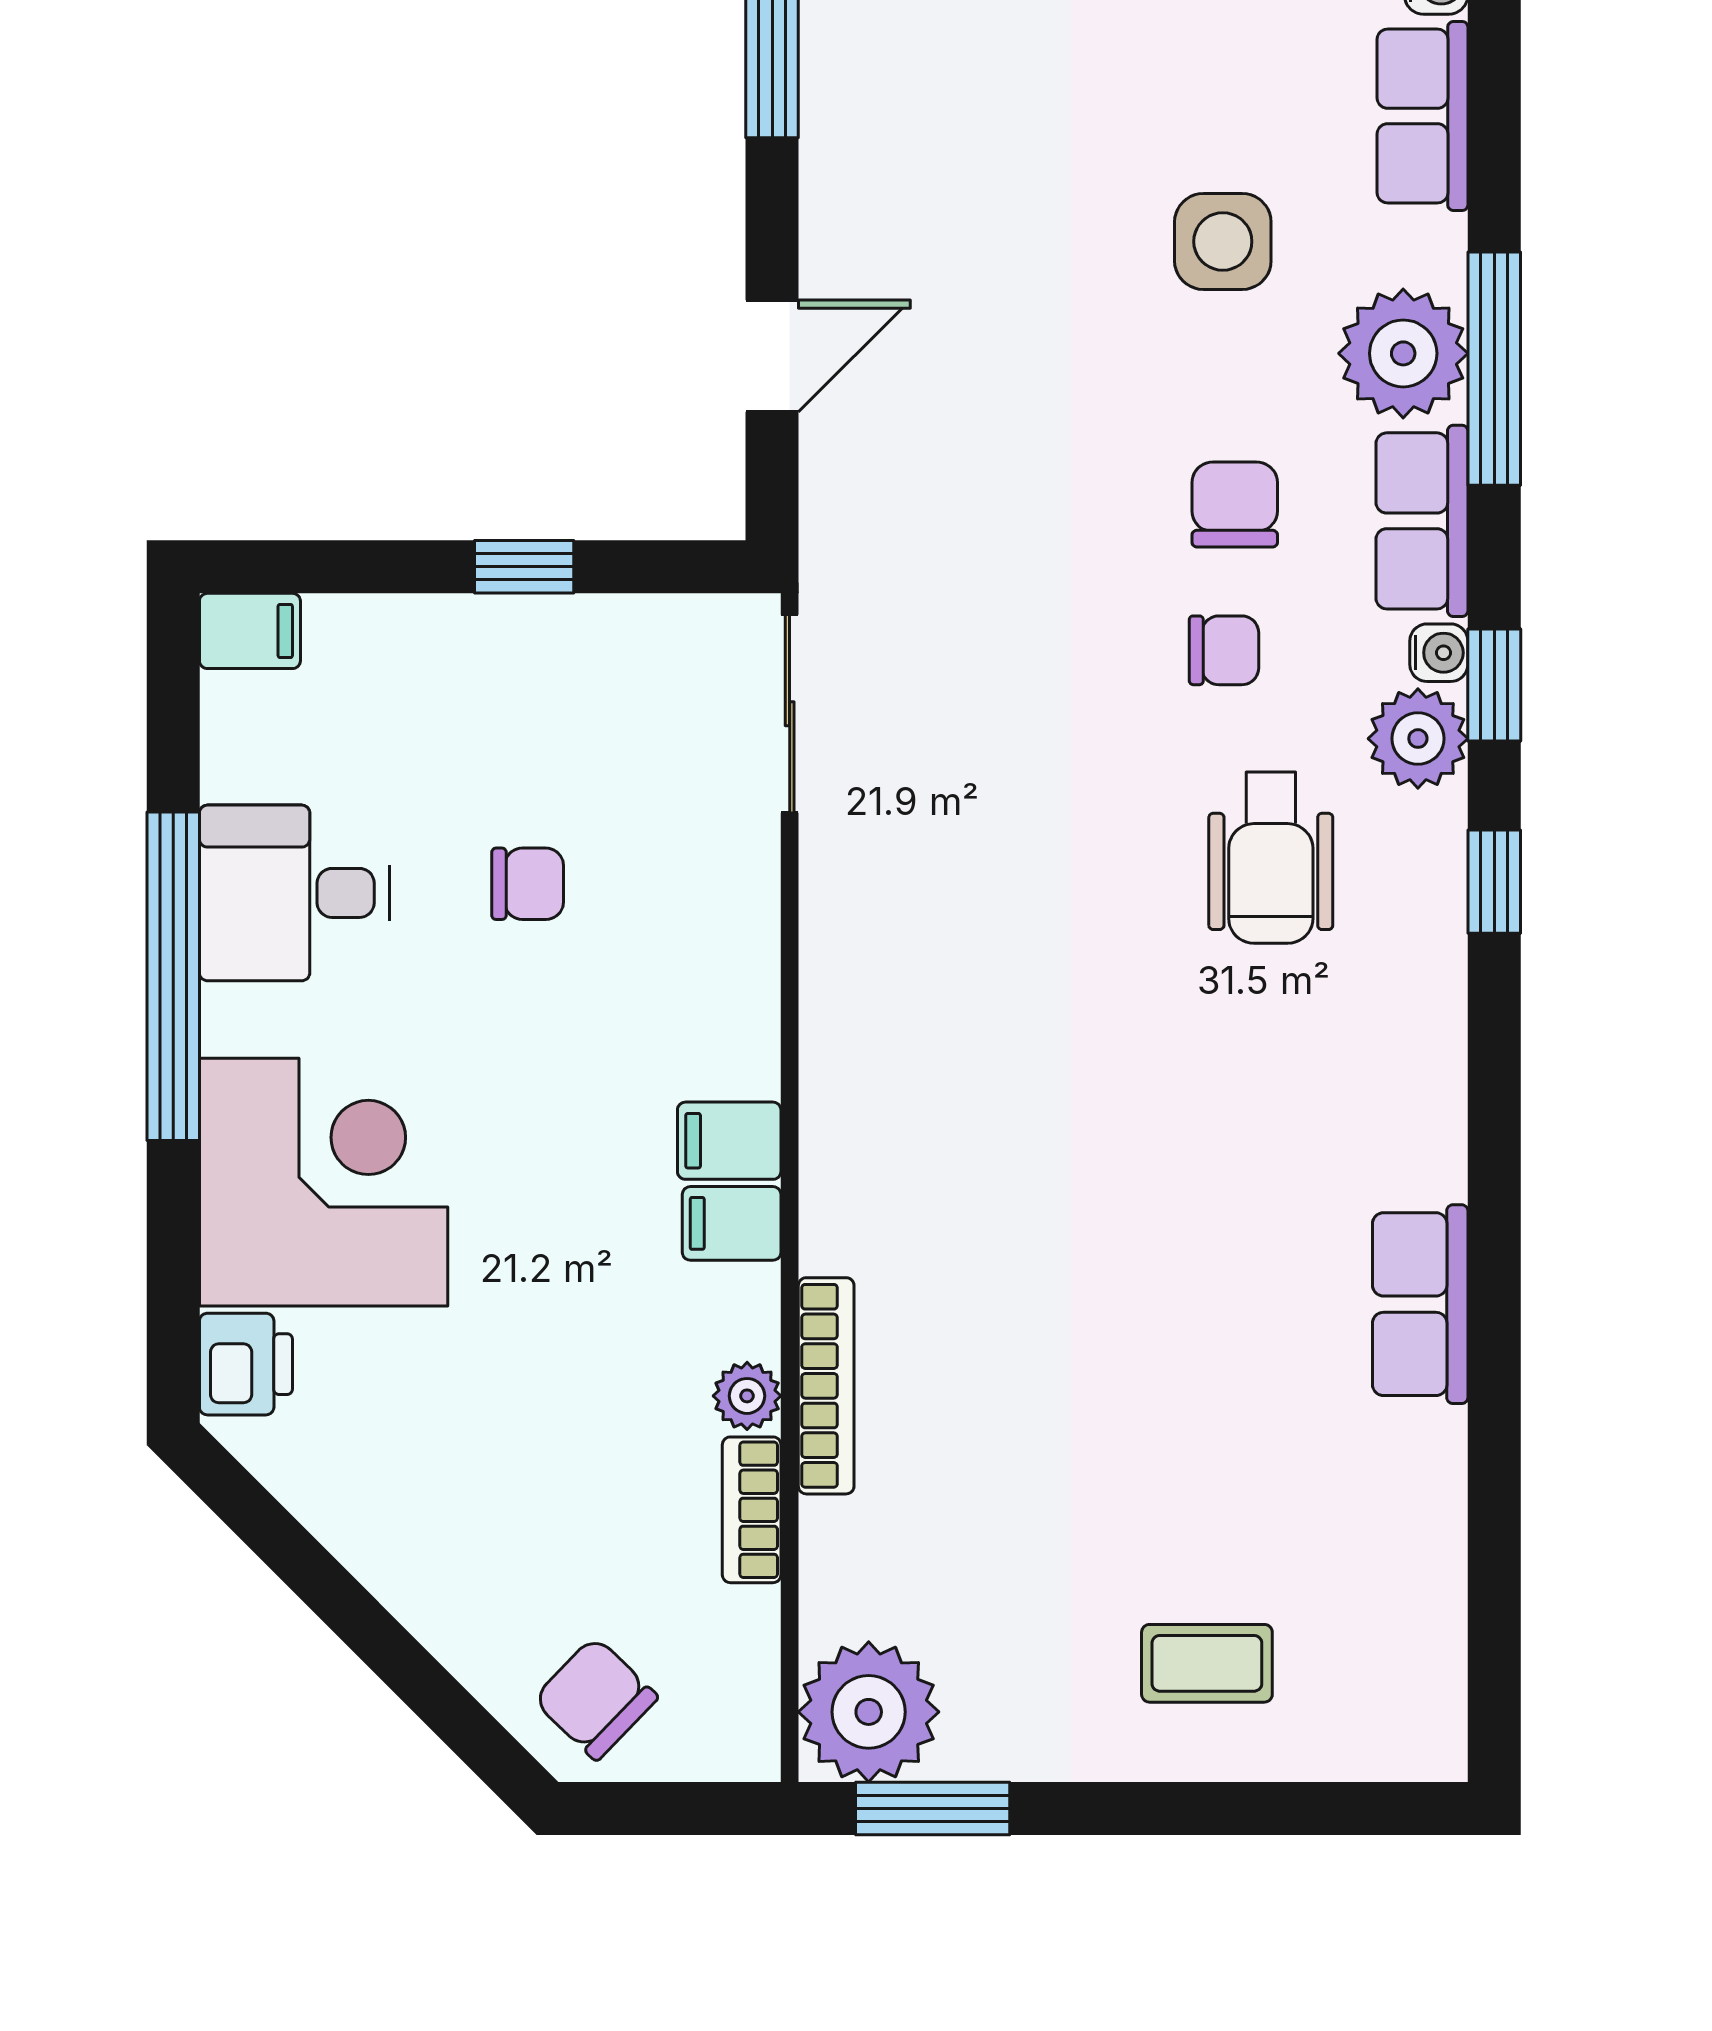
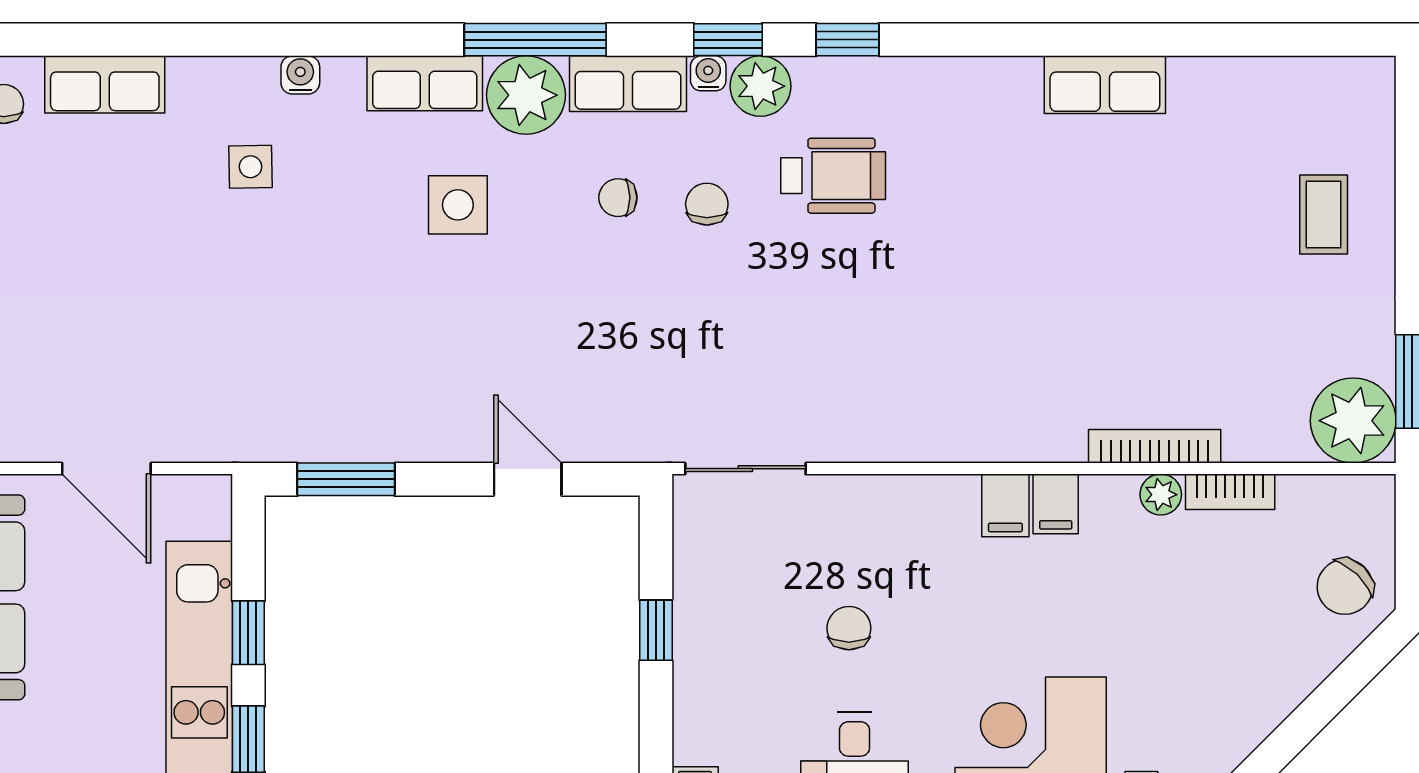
row of seats: (1422, 116) -> (425, 83), moved
chair: (1235, 504) -> (618, 198), width x0.73, depth x0.73

